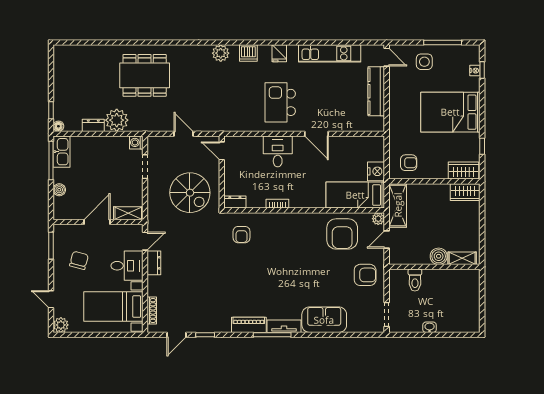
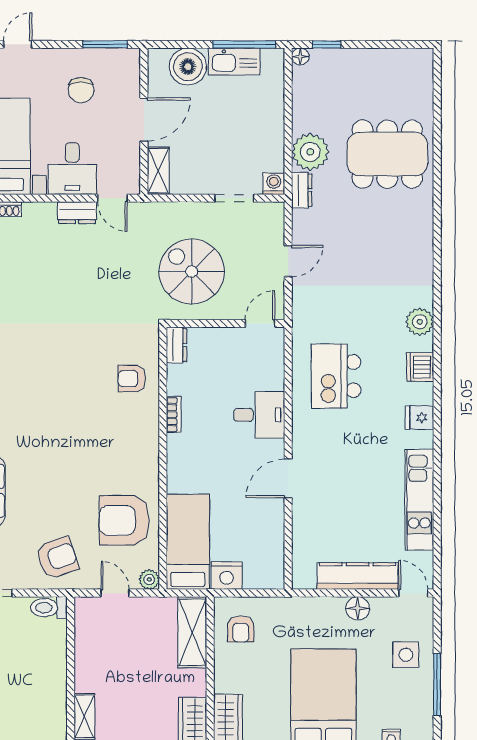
door: (387, 57) -> (413, 593), swing flipped
dining table: (145, 75) -> (387, 154), moved, turned 90
floor lamp: (396, 91) -> (358, 608), added
kitchen island: (280, 102) -> (336, 376), moved, turned -90
dresser: (93, 125) -> (302, 190), moved
kitchen sink: (61, 152) -> (234, 62), moved
boiler: (59, 190) -> (188, 67), width x1.86, depth x1.86
spiral stairs: (190, 193) -> (192, 272), turned 90
shelving: (398, 205) -> (192, 632), moved, turned 90
door: (97, 222) -> (144, 120), hinge flipped
armchair: (242, 235) -> (132, 379), moved
boiler: (439, 256) -> (88, 678), removed
chair: (79, 260) -> (81, 90), turned 75
armchair: (365, 275) -> (57, 558), turned -109
toilet: (415, 280) -> (49, 608), moved

